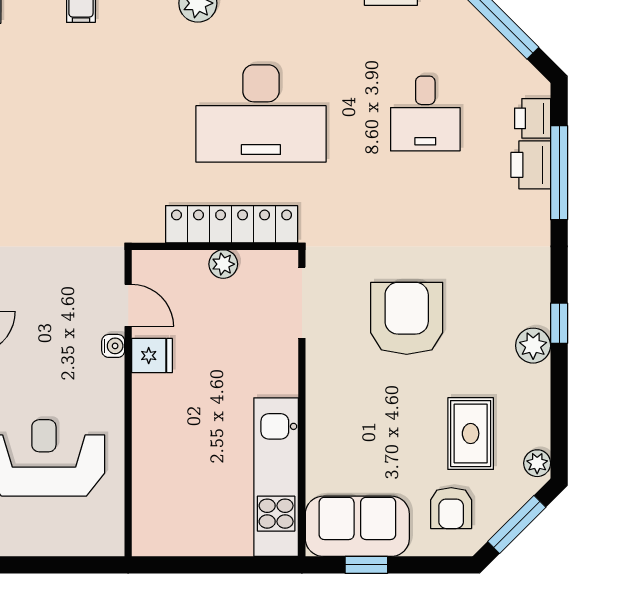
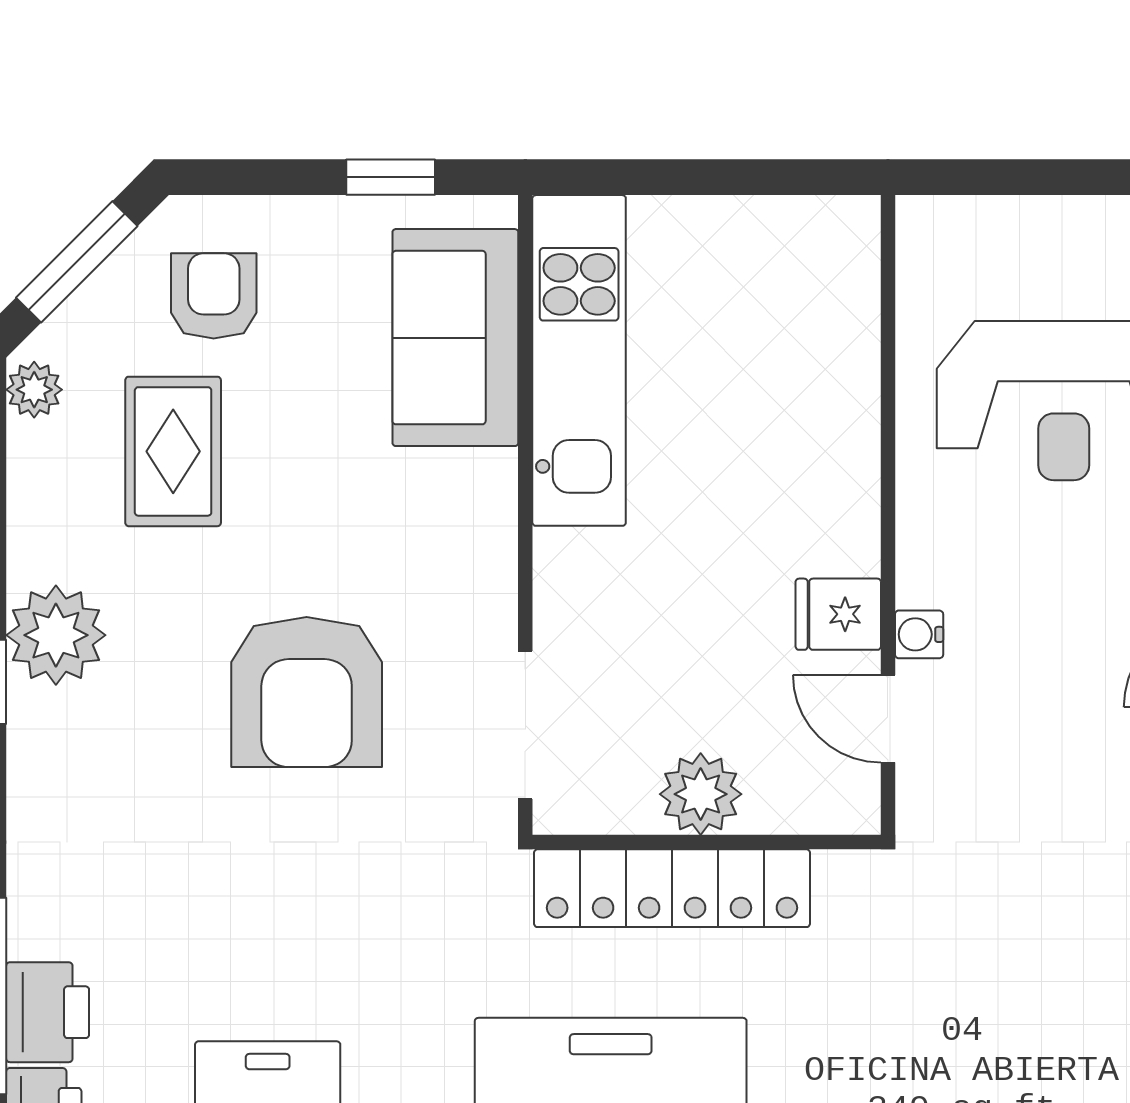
plant: (223, 264) -> (701, 794), width x1.38, depth x1.38
plant: (533, 346) -> (56, 635), width x1.36, depth x1.36
sofa: (357, 526) -> (455, 338), moved, turned 90

